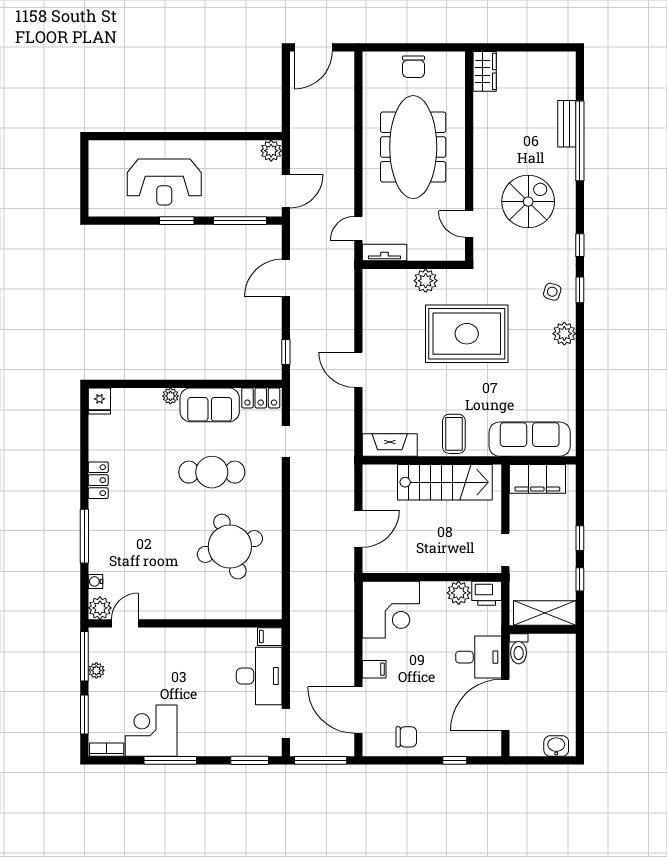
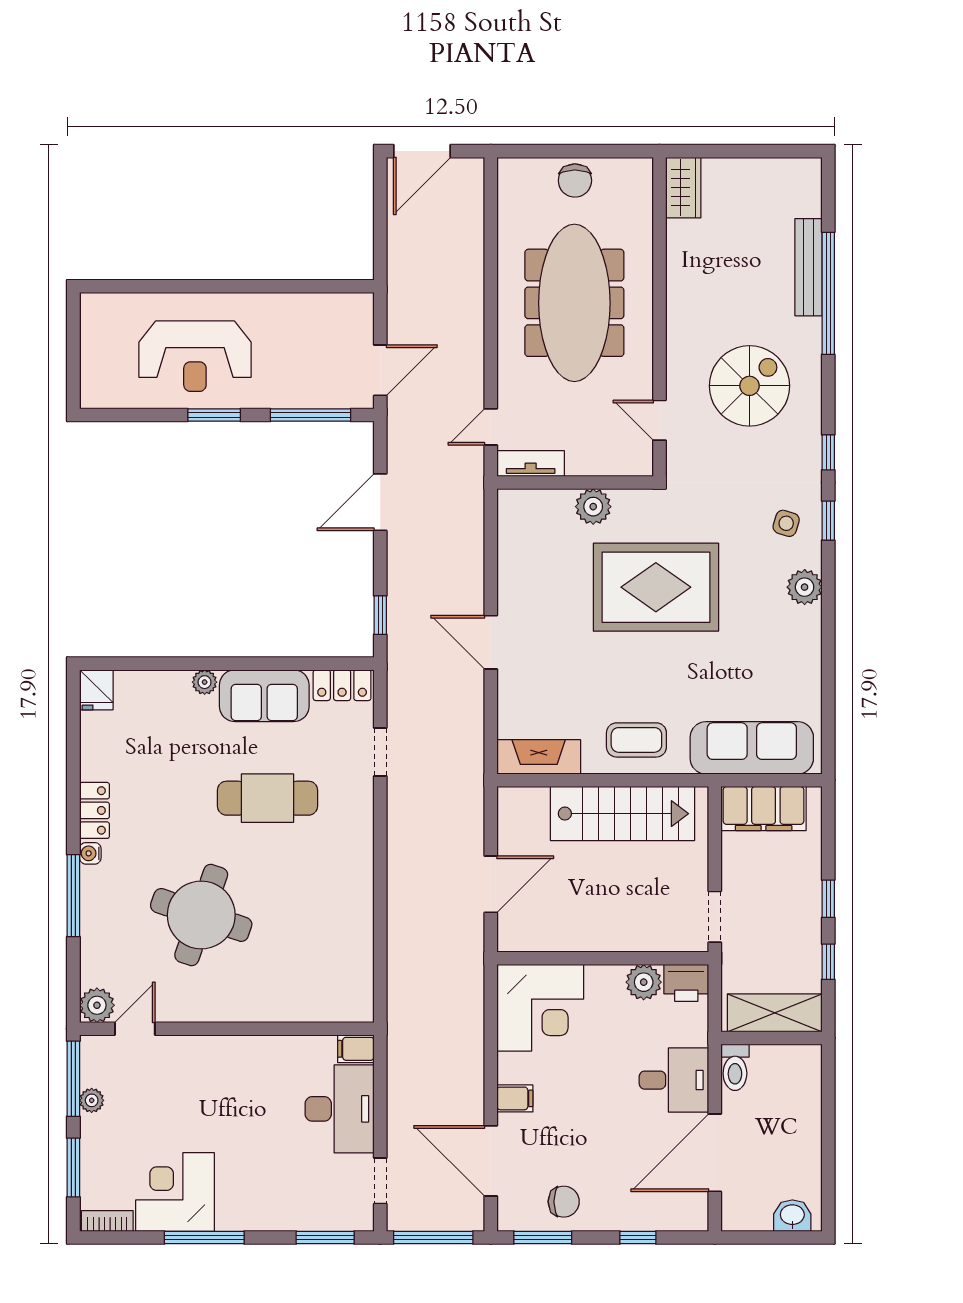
bench: (567, 124) -> (809, 267), width x1.36
plant: (271, 151) -> (358, 308), removed
coffee table: (454, 434) -> (636, 740), turned 90
round table: (230, 547) -> (201, 915), moved, turned 37
water cooler: (95, 581) -> (90, 853), moved
window: (392, 760) -> (543, 1238), added

